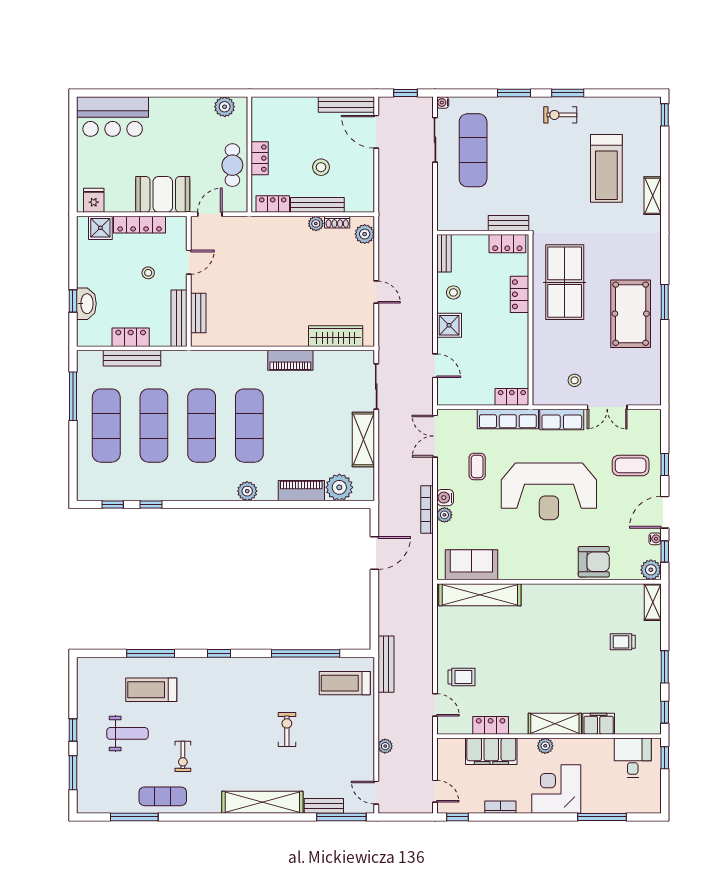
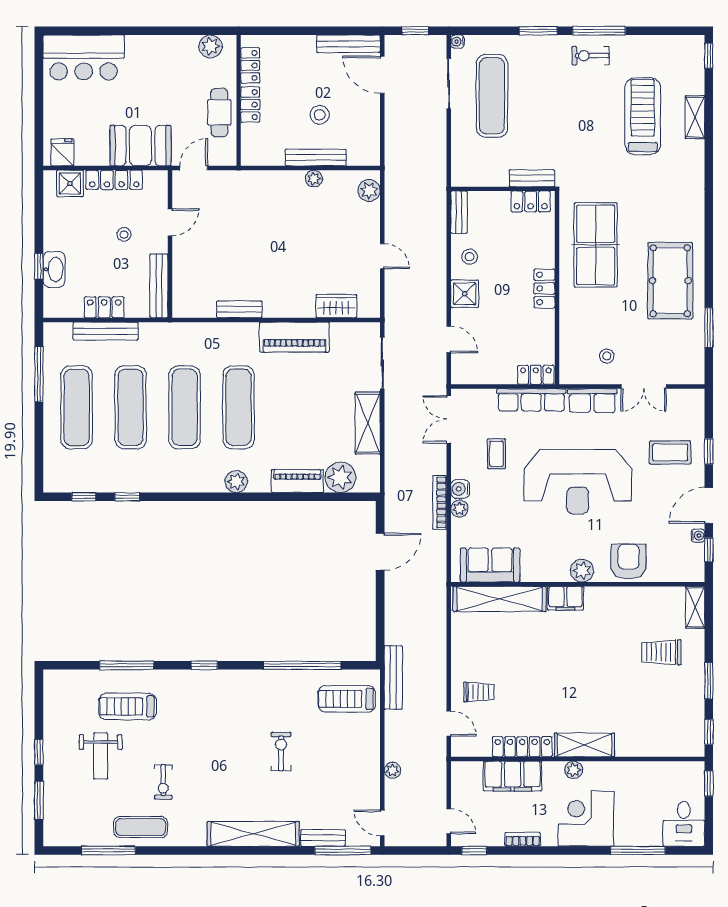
window: (568, 93) -> (599, 31), width x1.44
treadmill: (606, 168) -> (643, 116), turned 180
shelving: (653, 196) -> (695, 117), moved
locker: (273, 204) -> (250, 65), moved, turned 90
shoe rack: (337, 222) -> (338, 177), removed
locker: (519, 294) -> (544, 288), moved
window: (665, 302) -> (709, 328), moved
bench: (198, 313) -> (239, 309), moved, turned 90
wardrobe: (336, 336) -> (336, 306), width x0.67
piano: (290, 360) -> (294, 337), width x1.37, depth x1.33
armchair: (594, 562) -> (629, 562), turned -90
plant: (651, 570) -> (582, 571), moved
trolley: (623, 642) -> (661, 652), width x1.36, depth x1.39
filing cabinet: (599, 724) -> (566, 598), moved, turned 180
locker: (491, 725) -> (522, 747), width x1.53
weight bench: (127, 733) -> (101, 756), turned 90
desk: (633, 758) -> (684, 824), moved, turned 180

